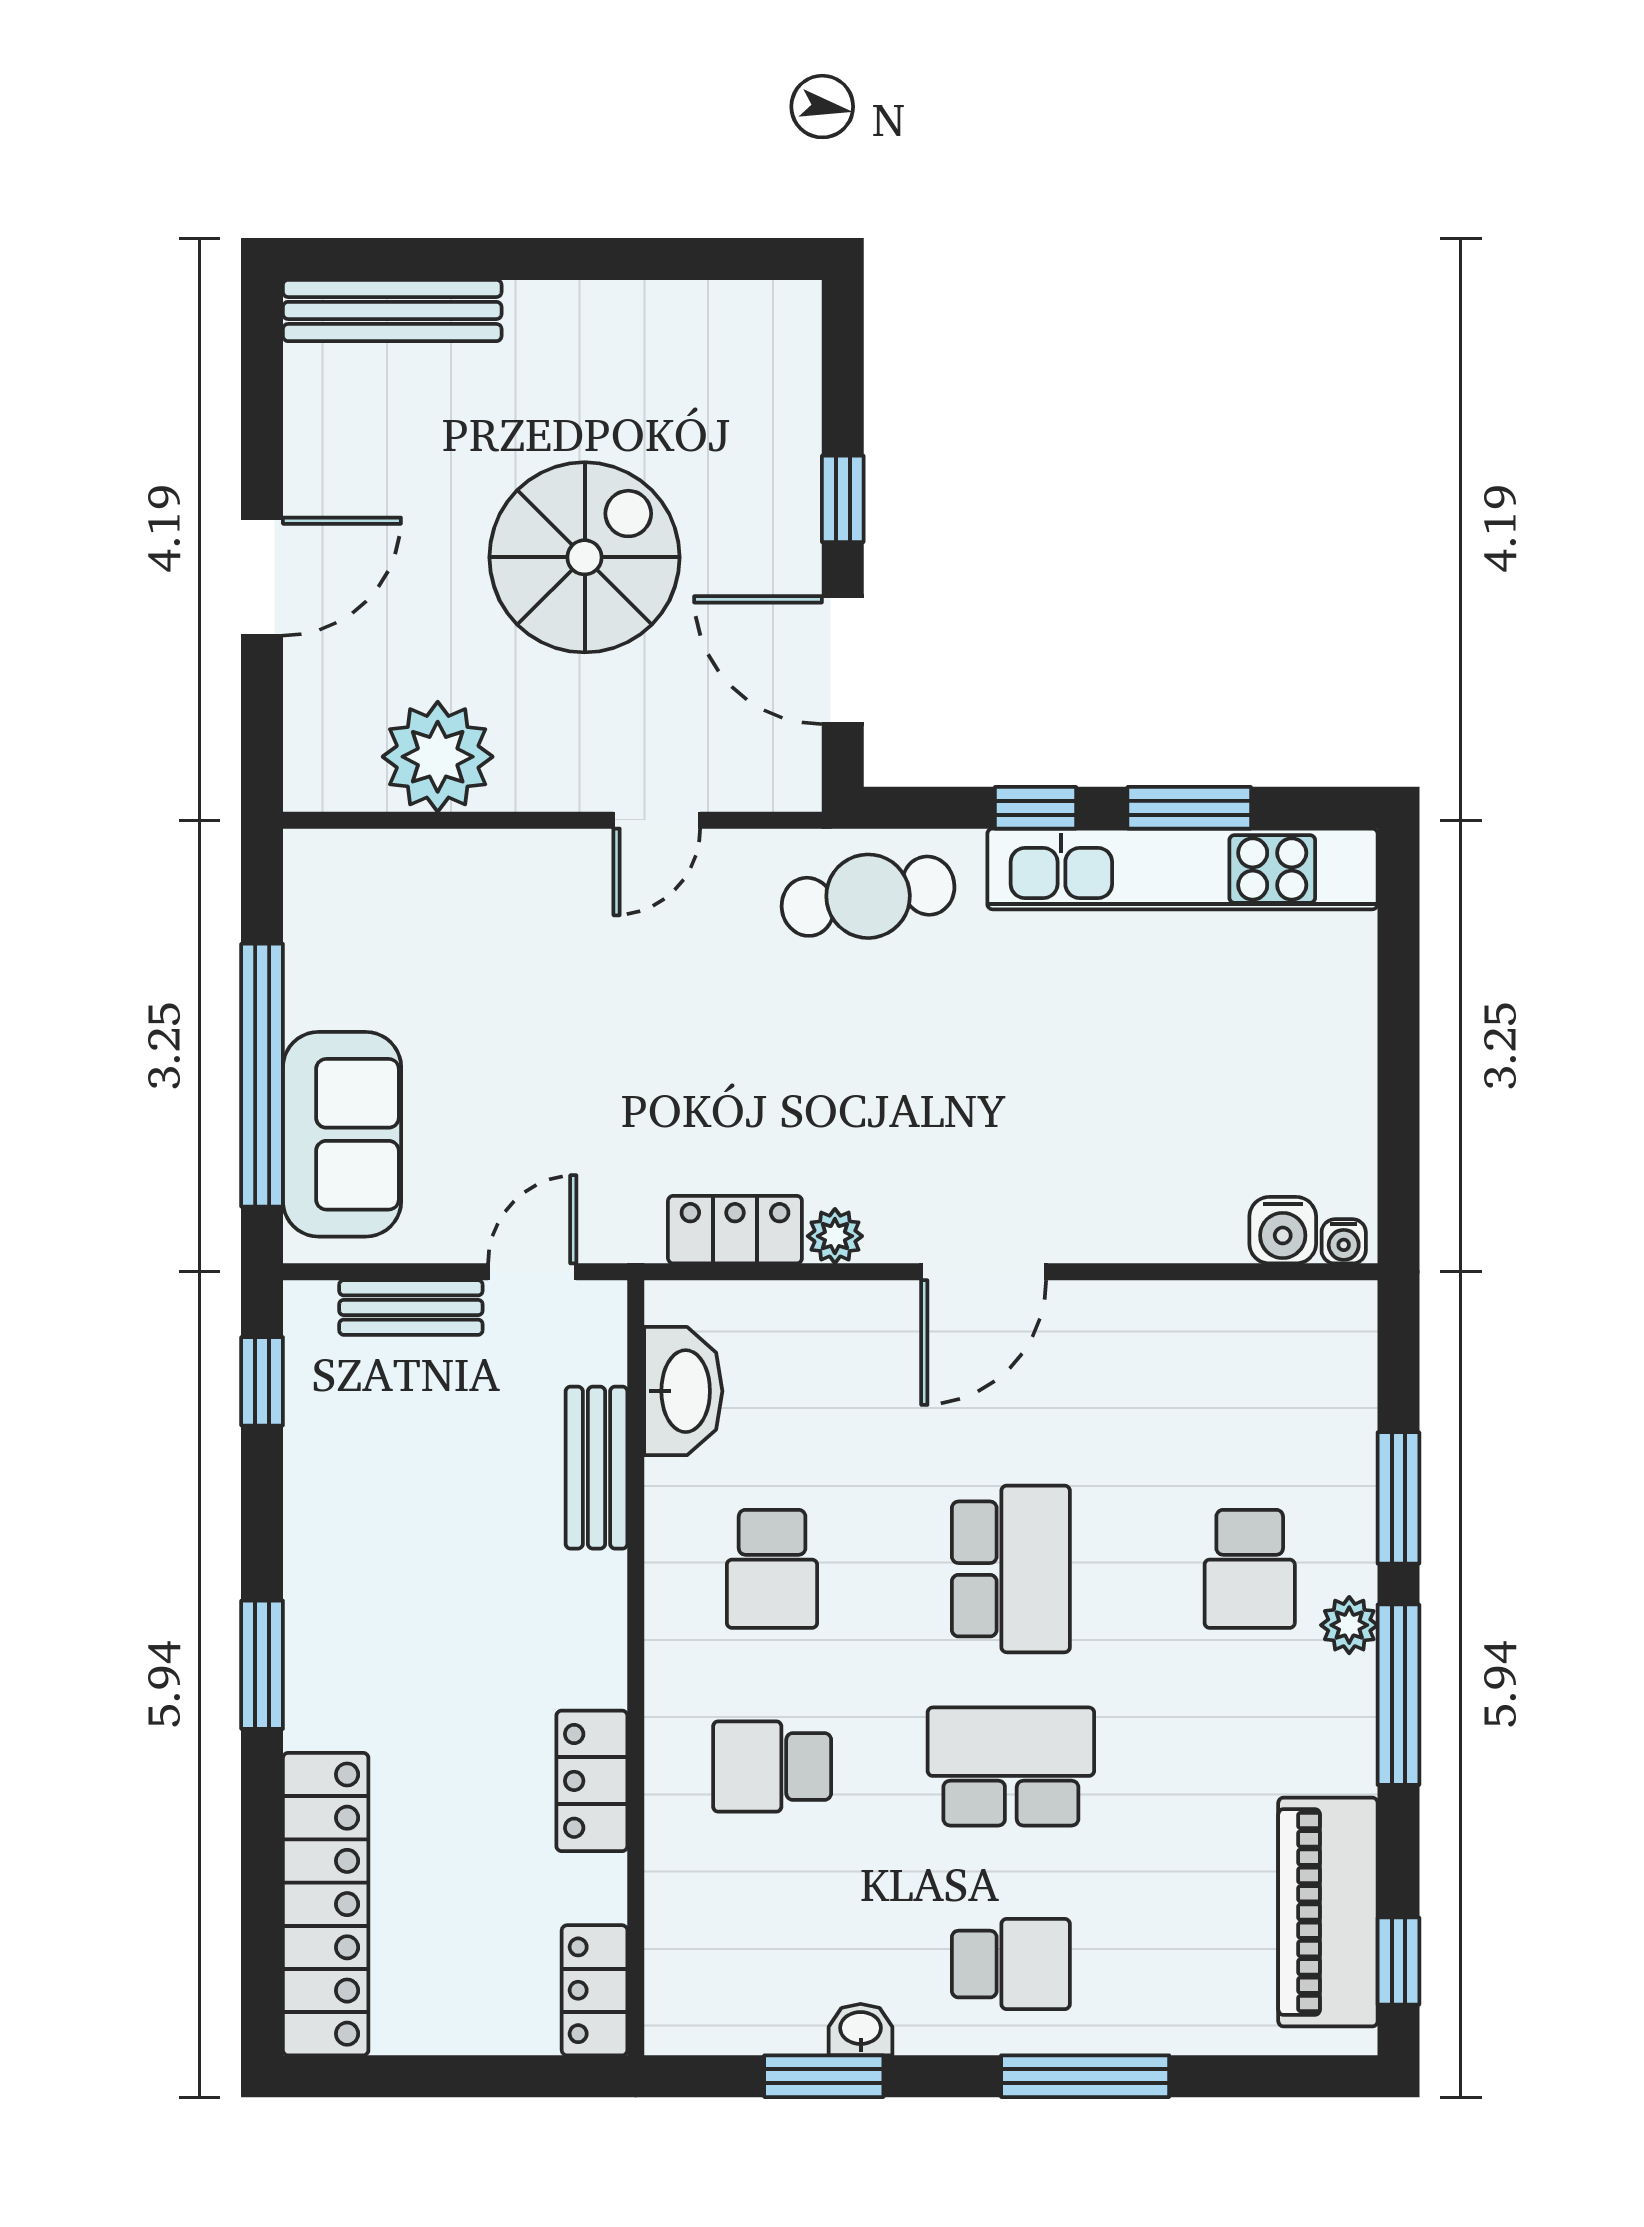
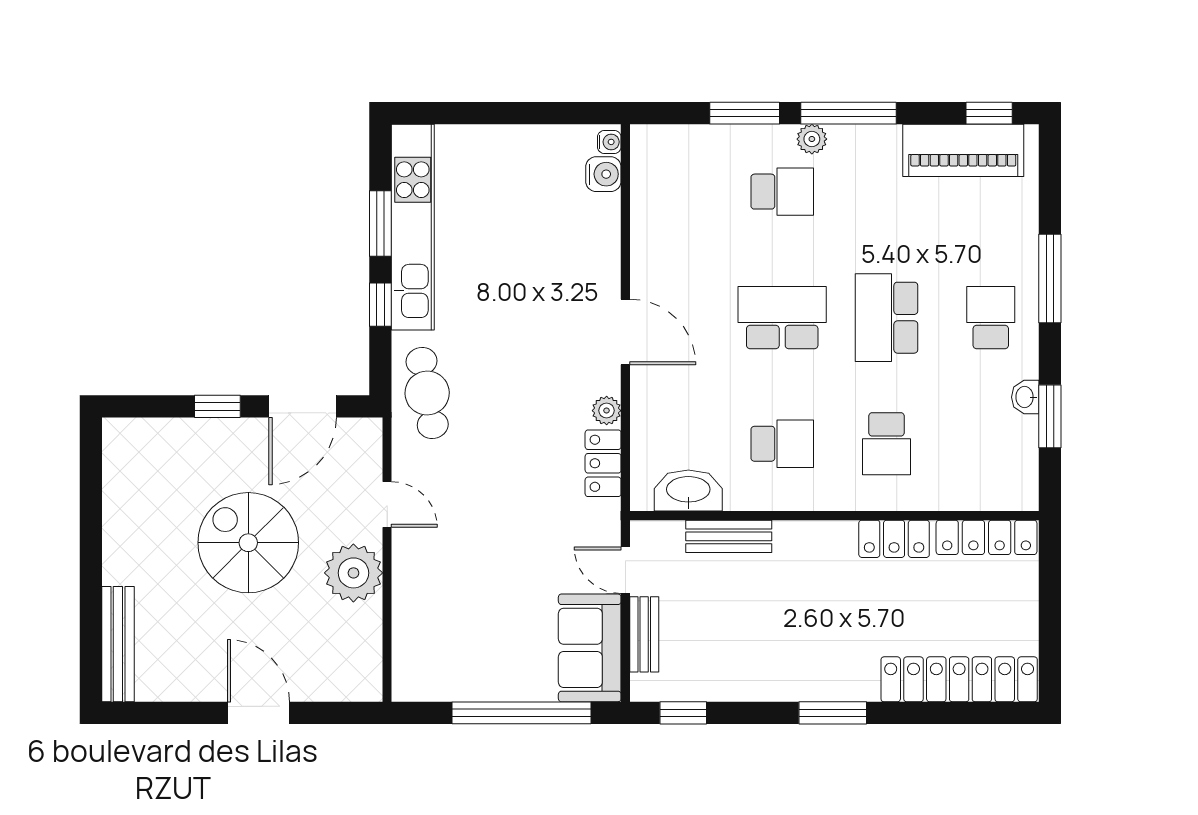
plant: (438, 757) -> (353, 573), moved
sofa: (342, 1134) -> (590, 648), moved, turned -90
locker: (595, 1990) -> (987, 537), width x1.53

